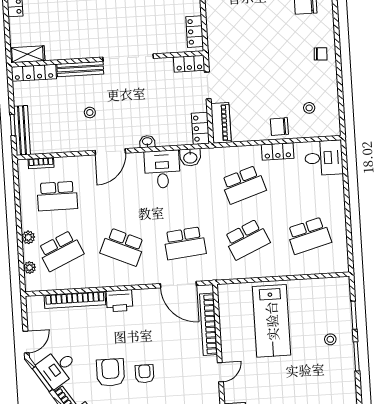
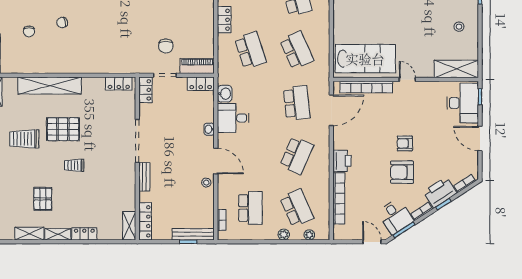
bench: (80, 69) -> (144, 177), width x0.73
stool: (90, 112) -> (206, 183), moved
chair: (279, 127) -> (166, 46), moved
lab bench: (272, 321) -> (365, 59), moved

